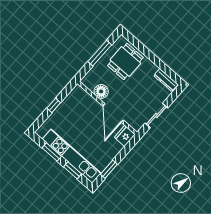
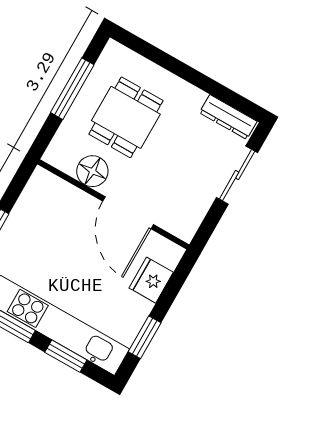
dining table: (125, 62) -> (126, 117), moved
sliding door: (156, 116) -> (237, 175), moved
fridge: (125, 136) -> (151, 280), moved

